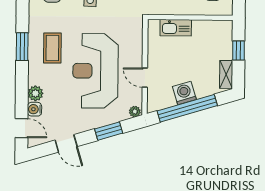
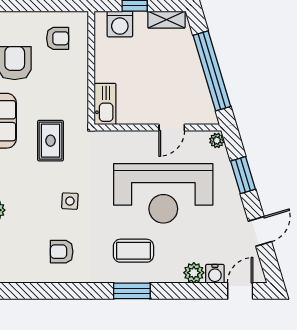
kitchen sink: (176, 28) -> (105, 104), moved
washing machine: (184, 93) -> (120, 24), moved, turned -73

